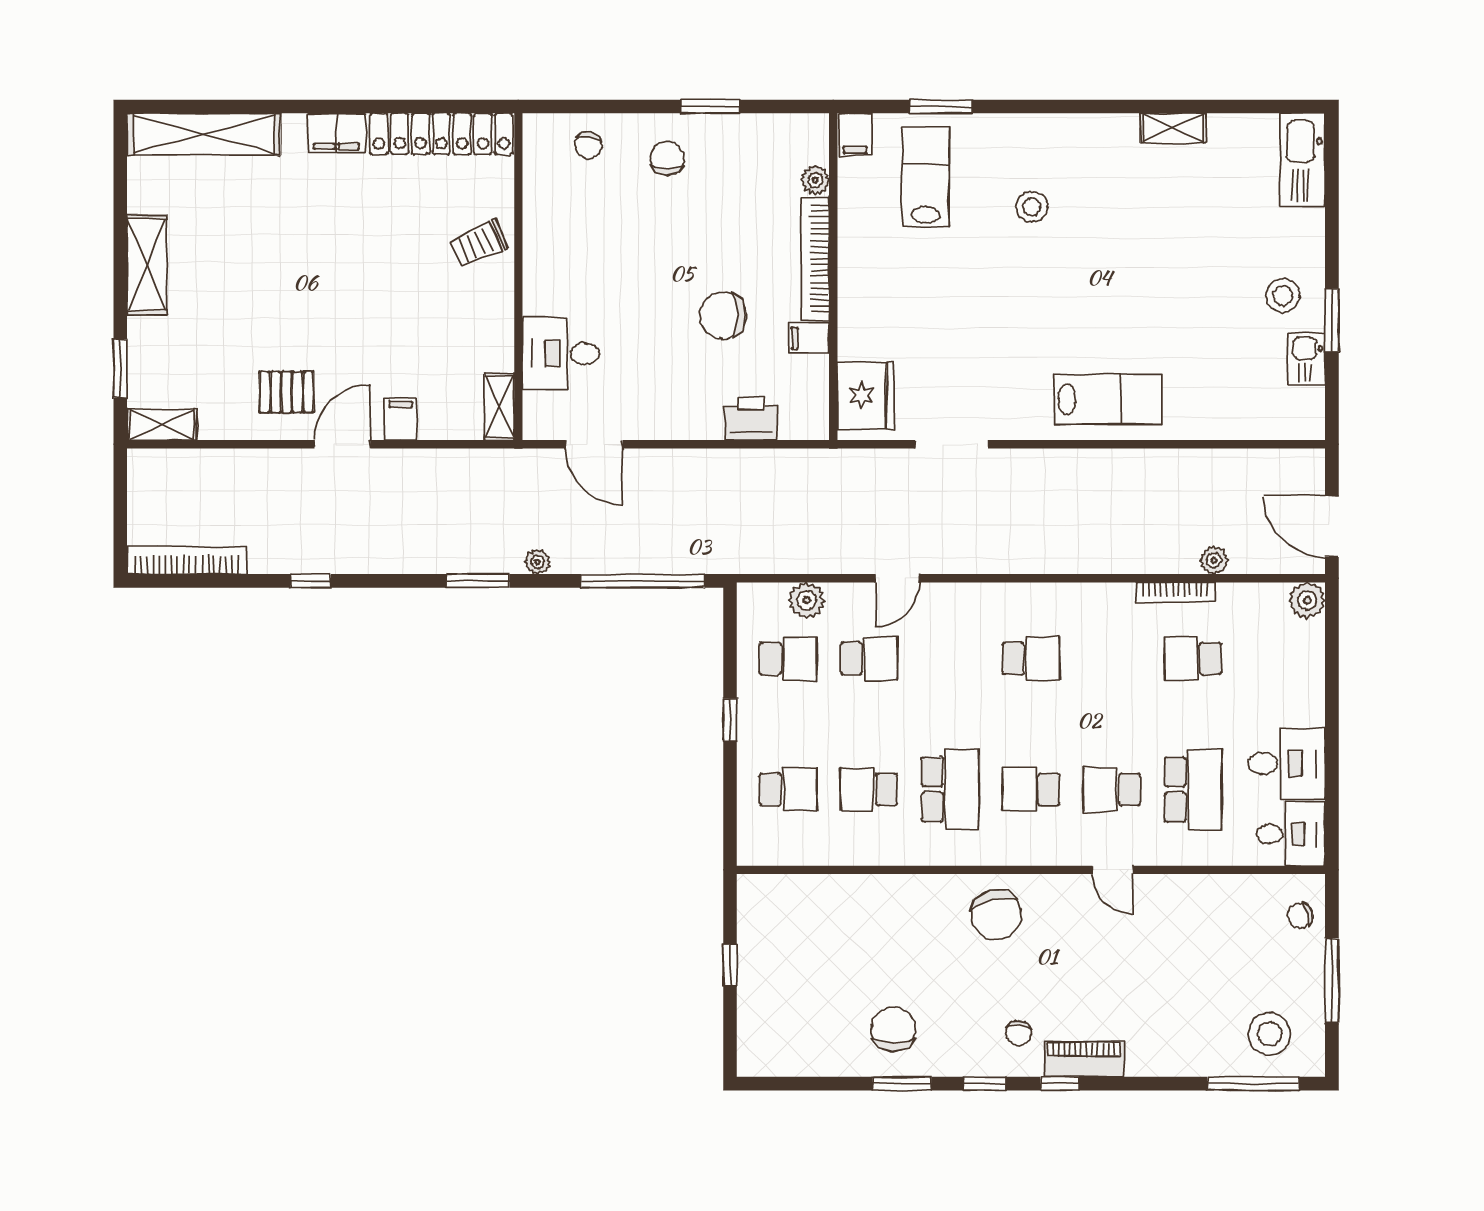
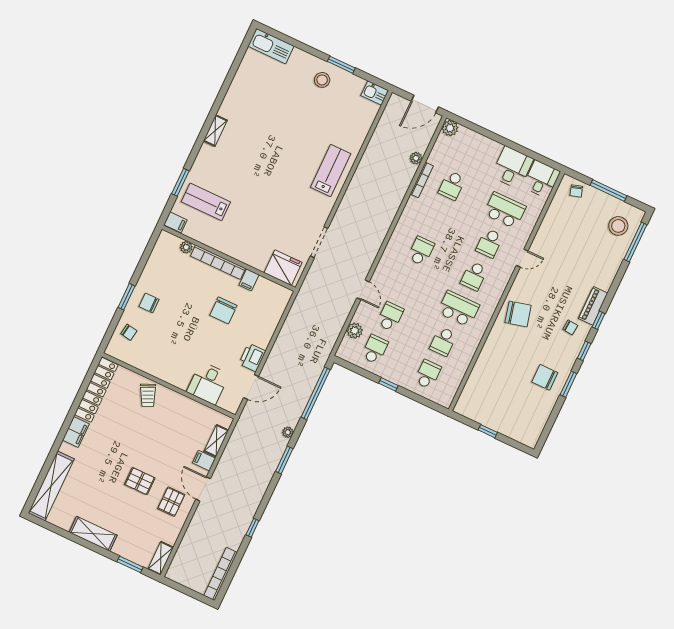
window: (710, 106) -> (127, 297), moved
shelving: (1173, 128) -> (215, 131), moved
stool: (1032, 207) -> (238, 165), removed
pallet: (298, 309) -> (140, 481), added
kitchen sink: (1306, 359) -> (375, 93), moved
shelving: (499, 407) -> (216, 441), moved, turned 90
printer: (751, 419) -> (252, 357), moved

